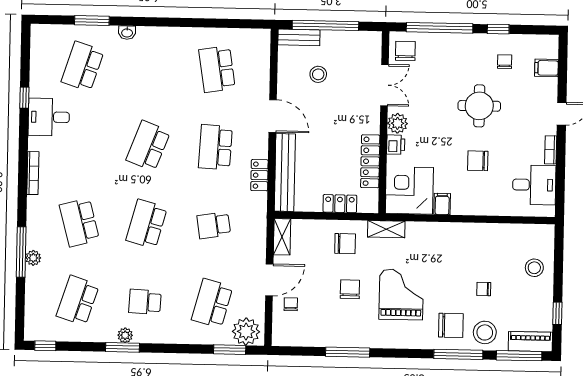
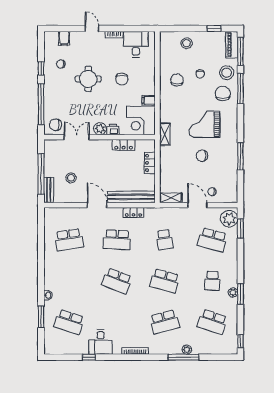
door: (273, 116) -> (97, 205), hinge flipped
locker: (370, 161) -> (124, 145), width x0.66
chair: (345, 244) -> (177, 80), moved

